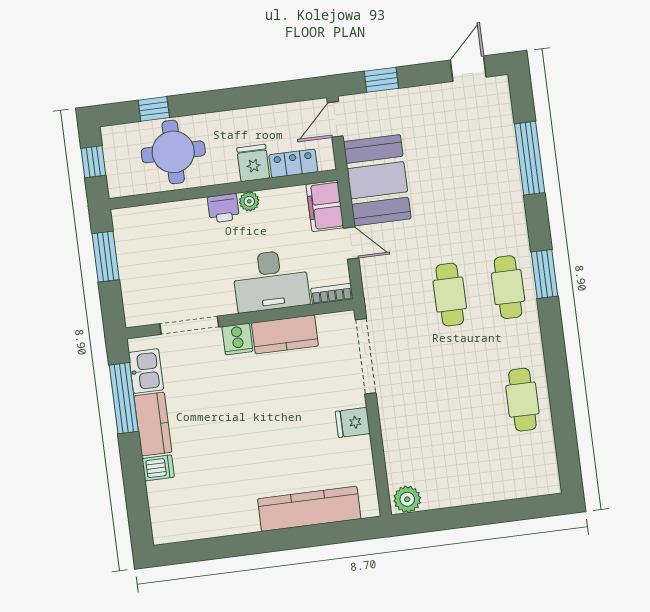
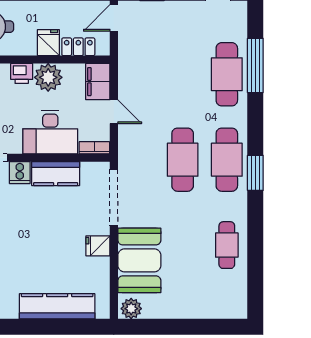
cafe table: (494, 175) -> (227, 74), added
booth: (377, 180) -> (139, 260), moved
plant: (249, 201) -> (48, 77), width x1.88, depth x1.88
window: (544, 274) -> (255, 173), moved
cafe table: (508, 287) -> (227, 160), width x1.37, depth x1.35
cafe table: (450, 295) -> (183, 160), width x1.37, depth x1.35

